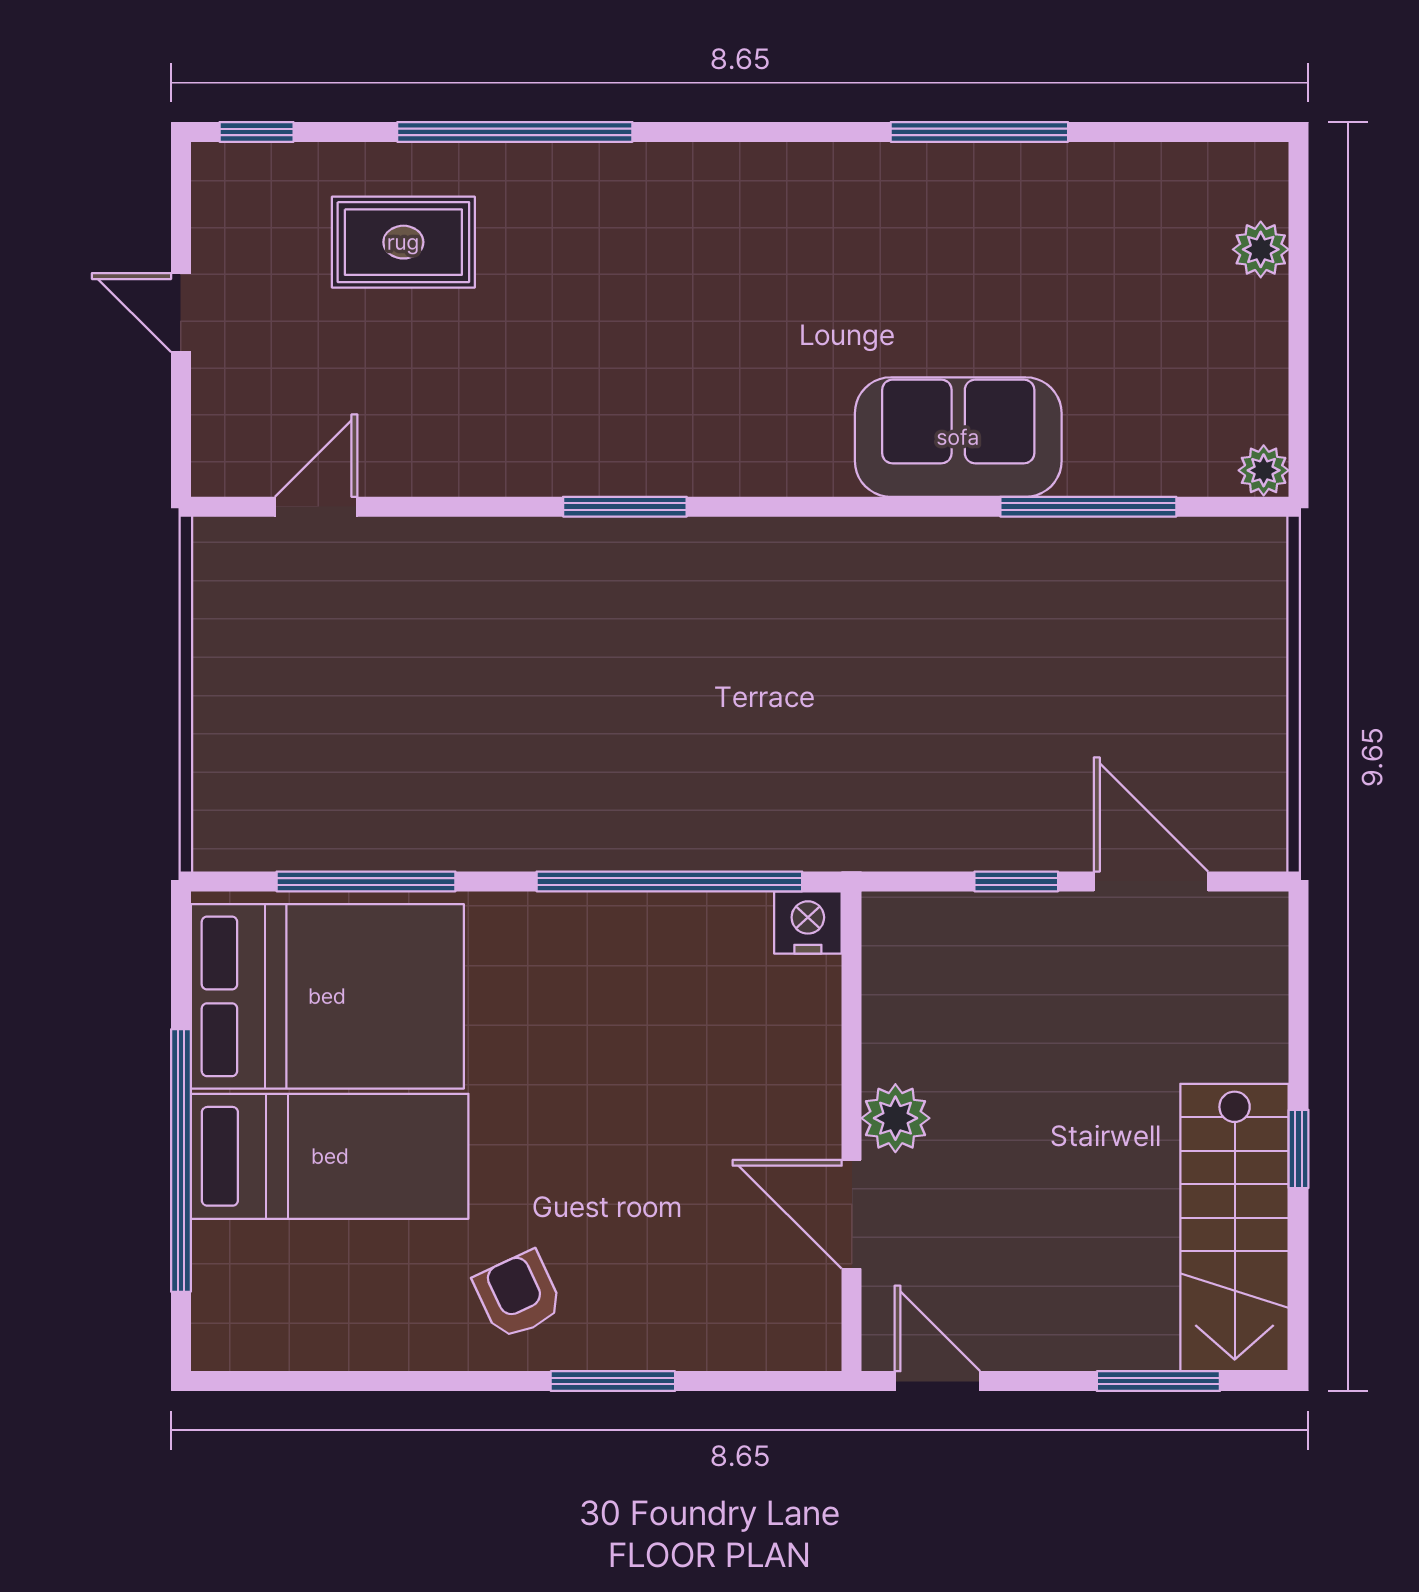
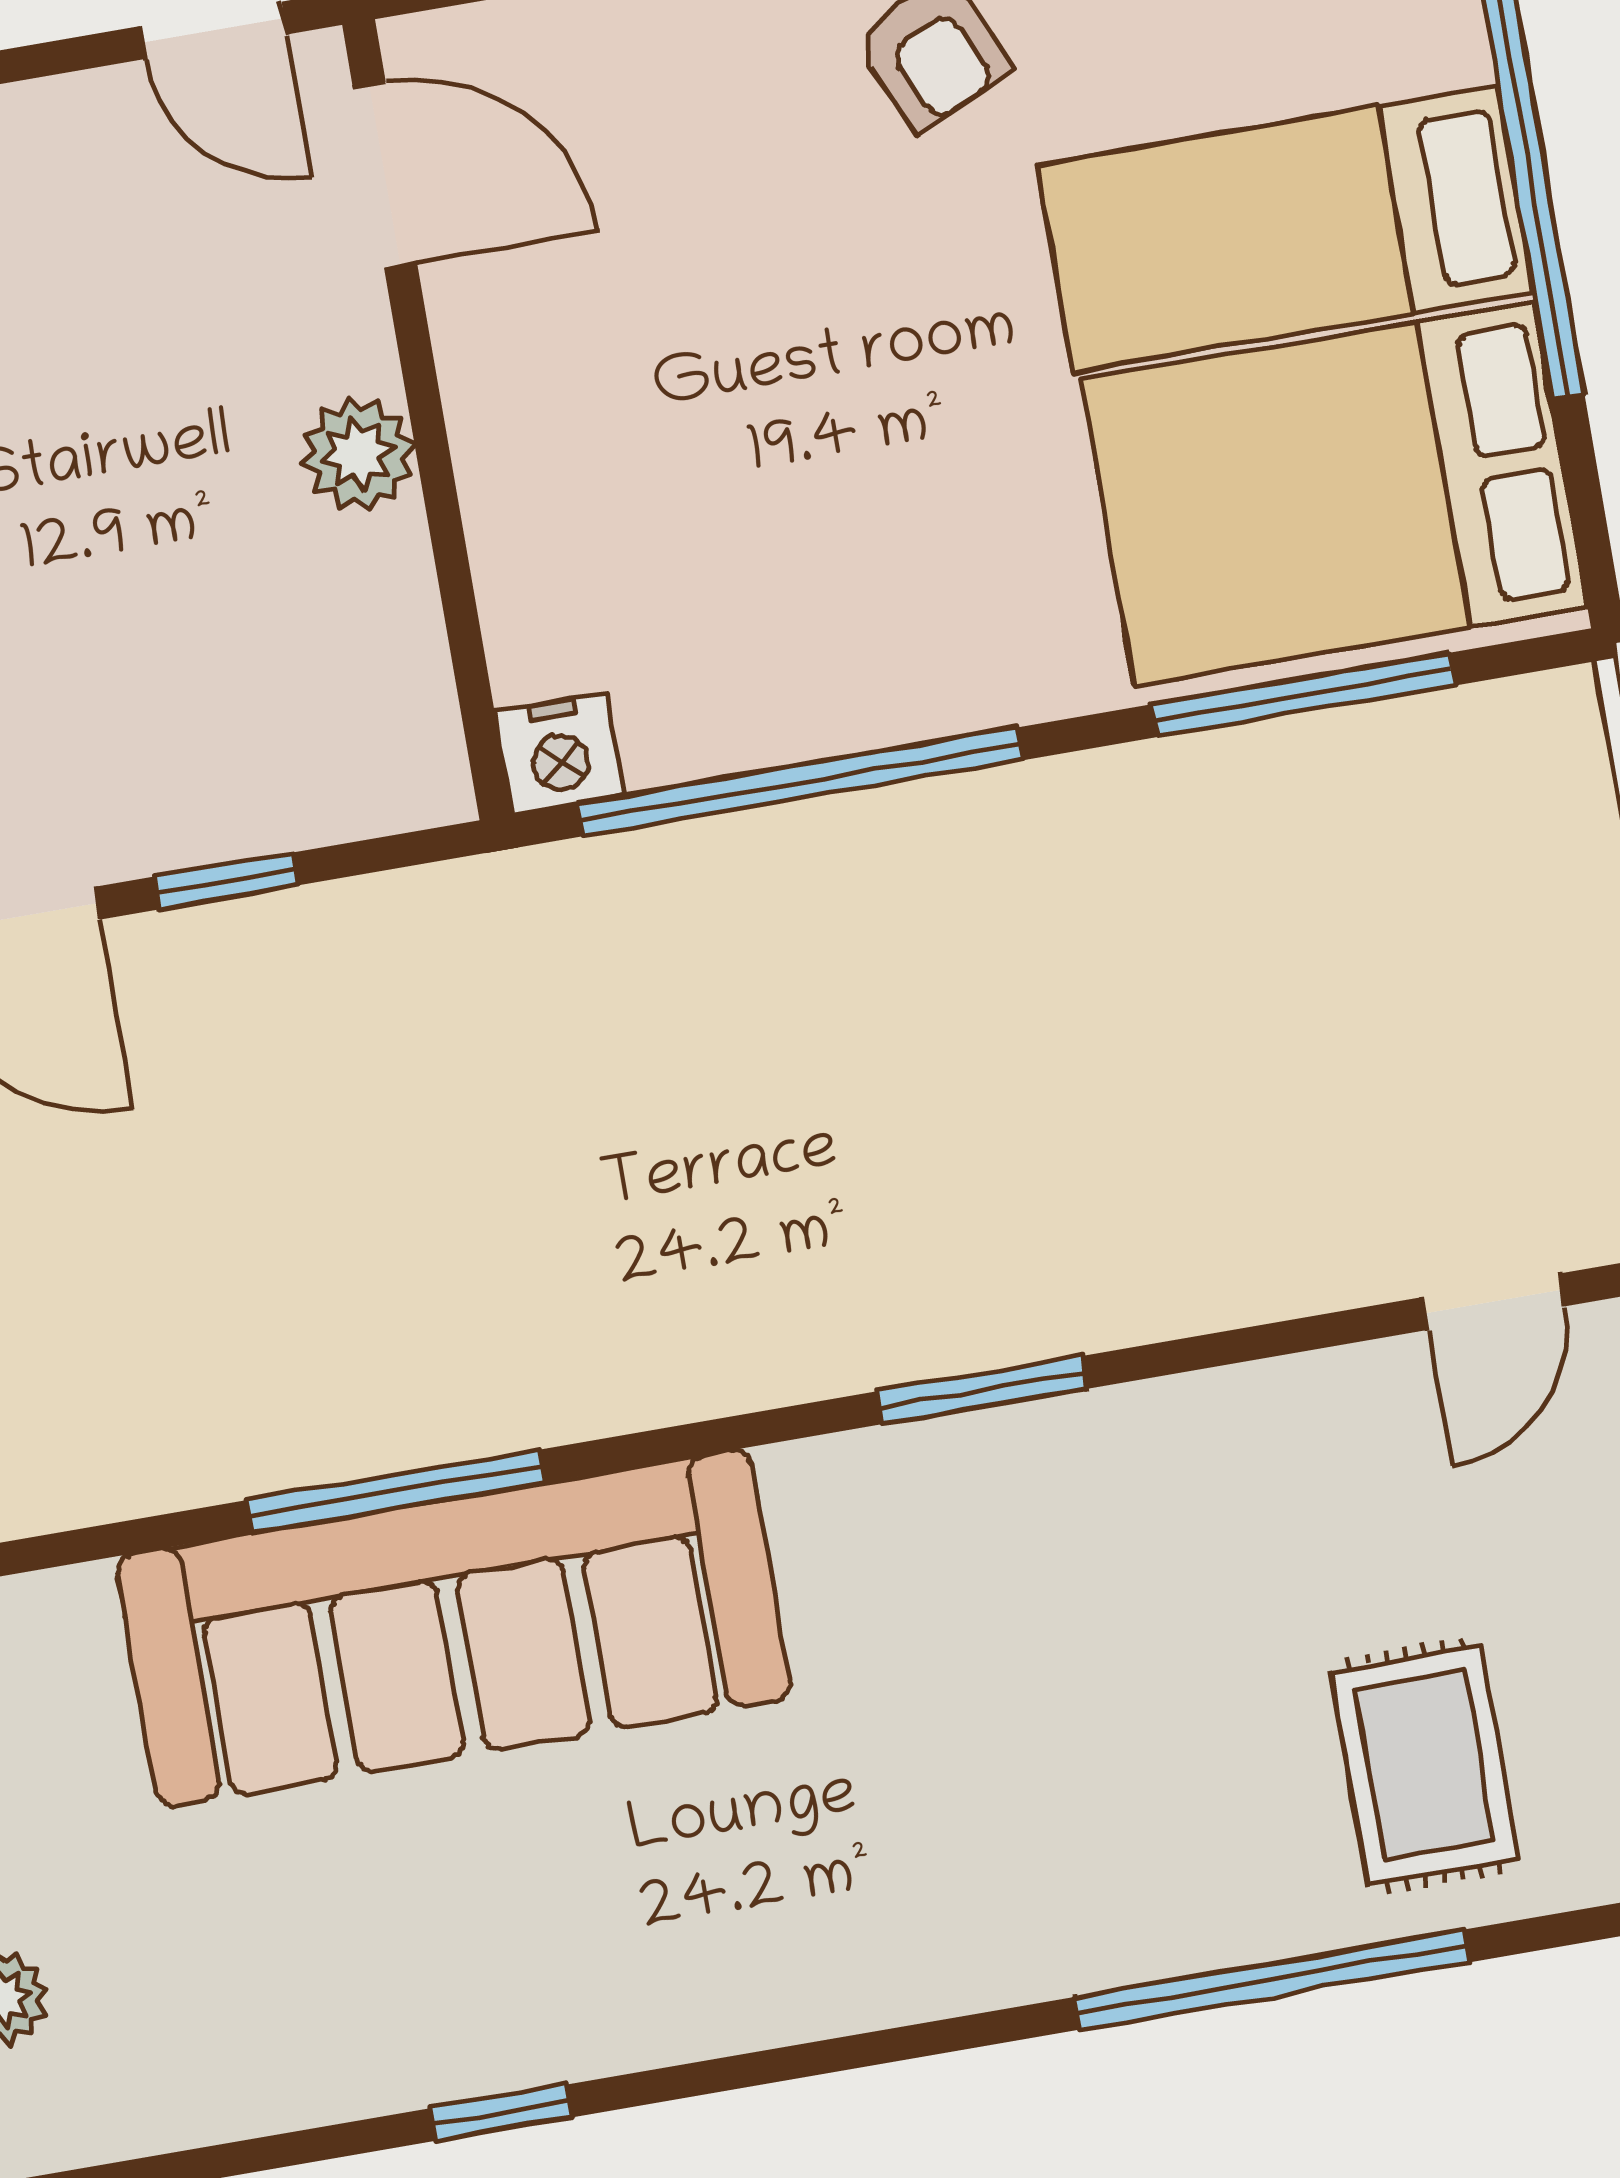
window: (979, 132) -> (501, 2113), width x0.46
rug: (403, 242) -> (1425, 1765), turned 90
sofa: (958, 437) -> (454, 1628), width x1.85, depth x1.27
window: (1088, 507) -> (395, 1491), moved
door: (852, 1214) -> (385, 175), moved

